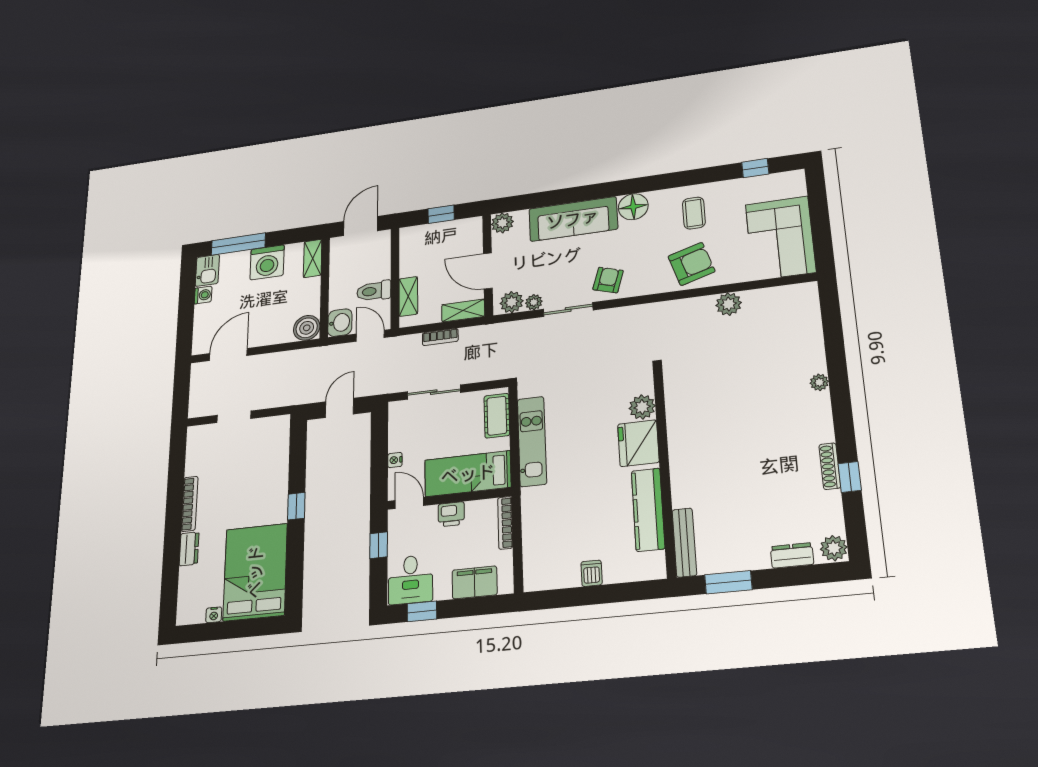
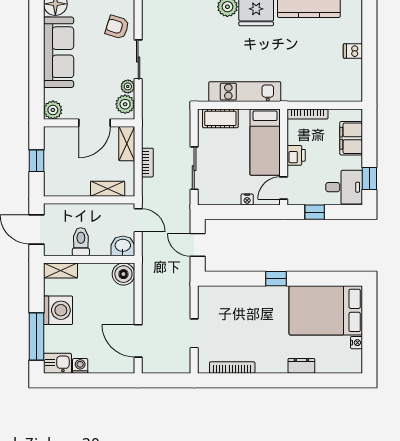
toilet: (374, 291) -> (81, 242), moved, turned 180
door: (370, 336) -> (138, 220), swing flipped
bookcase: (190, 504) -> (232, 367), moved

